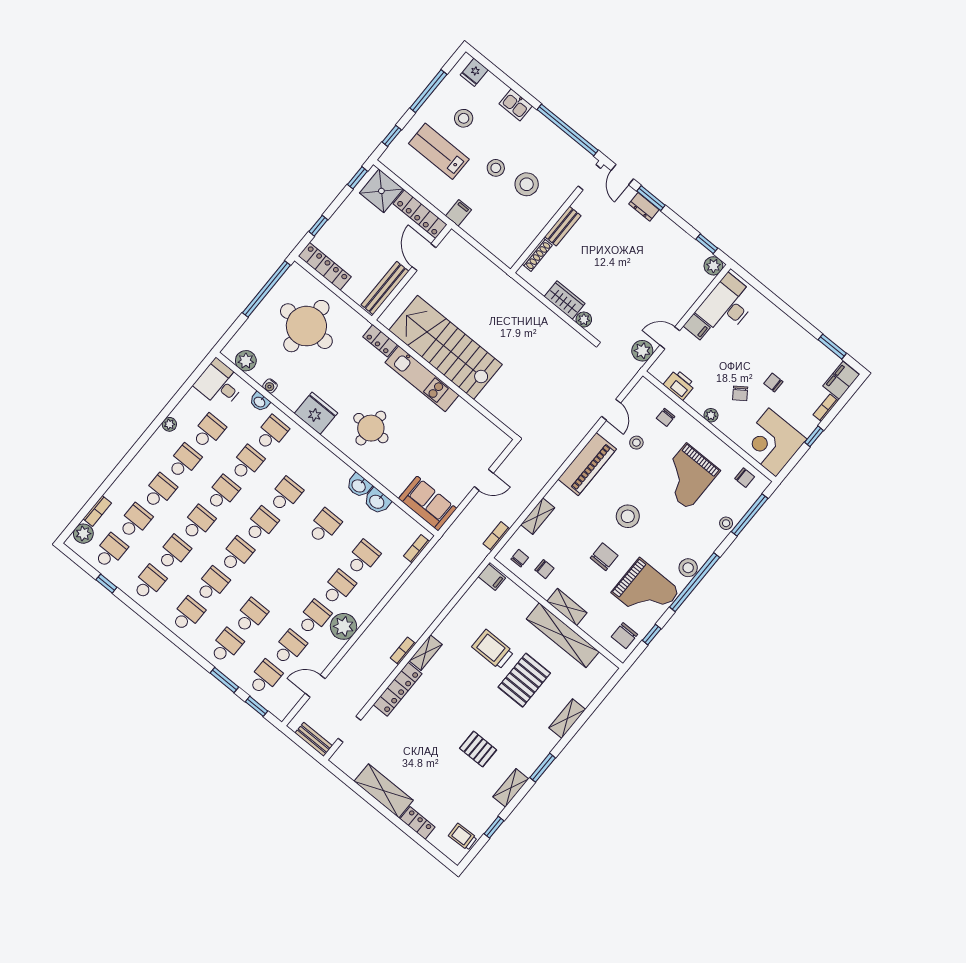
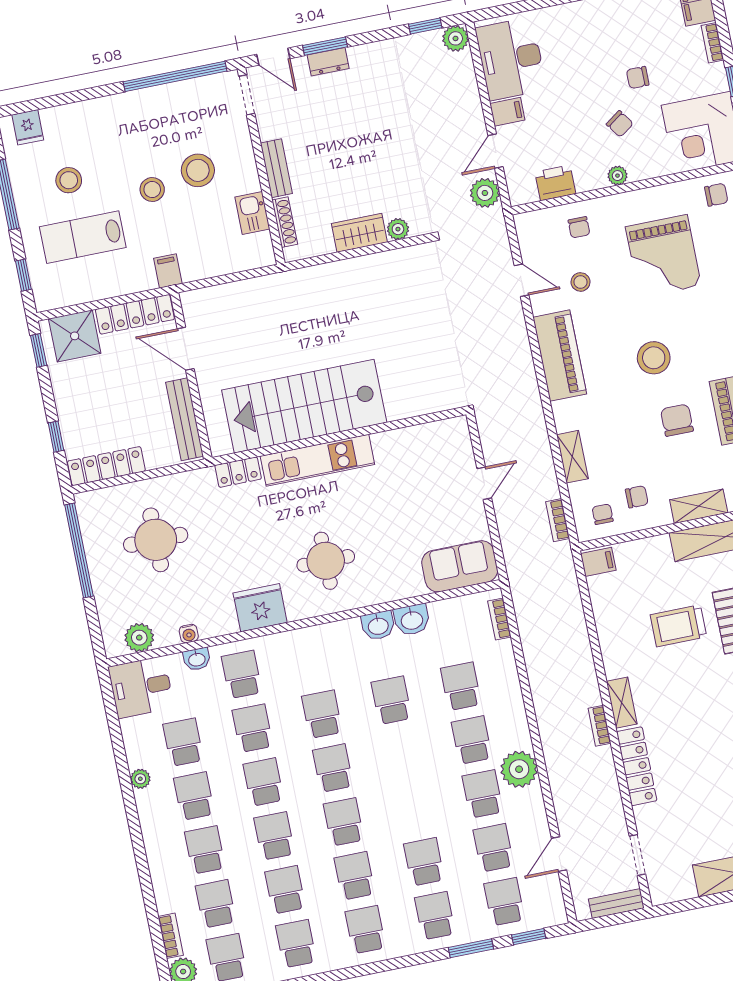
kitchen sink: (516, 105) -> (252, 213), moved, turned 90
round table: (306, 326) -> (156, 540), width x0.73, depth x0.73

